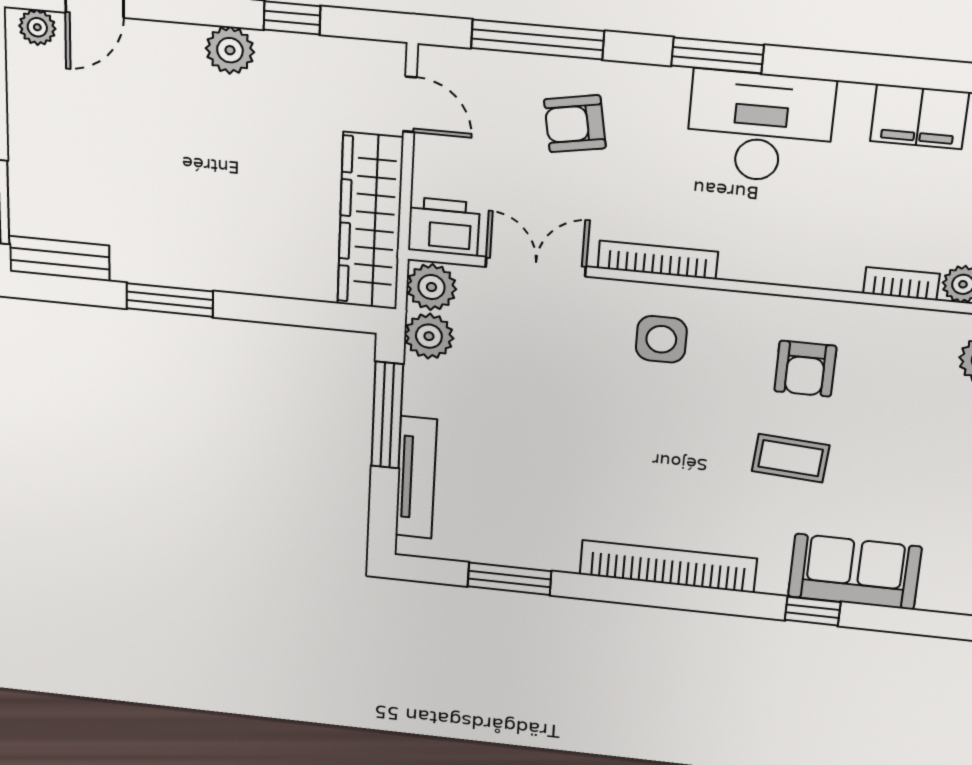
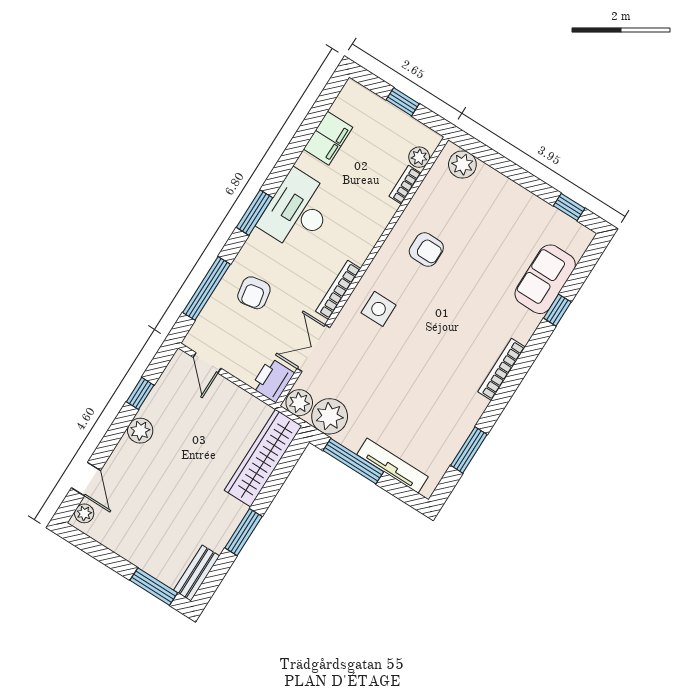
door: (410, 104) -> (207, 363), swing flipped
wardrobe: (370, 222) -> (263, 458), moved, turned 90
plant: (429, 336) -> (330, 416), width x1.36, depth x1.36
coffee table: (791, 458) -> (469, 280), removed
bookcase: (668, 566) -> (501, 369), width x0.68, depth x0.76

